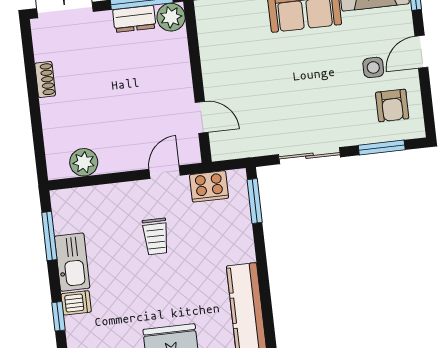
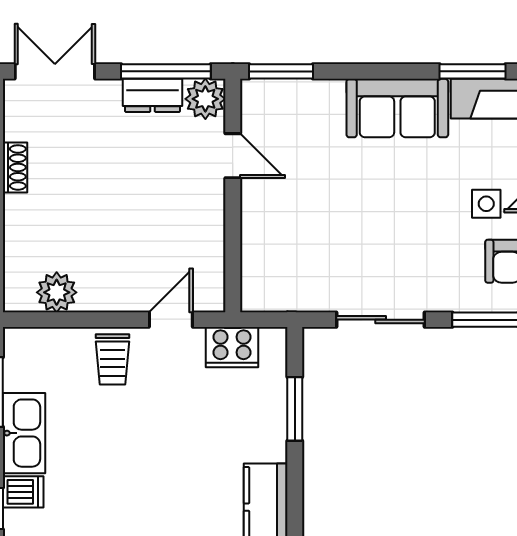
door: (202, 117) -> (233, 156), moved
window: (255, 201) -> (295, 409), moved
trolley: (156, 237) -> (113, 359), moved

